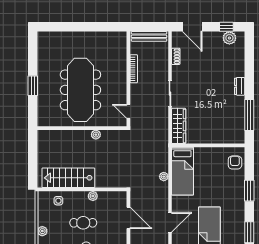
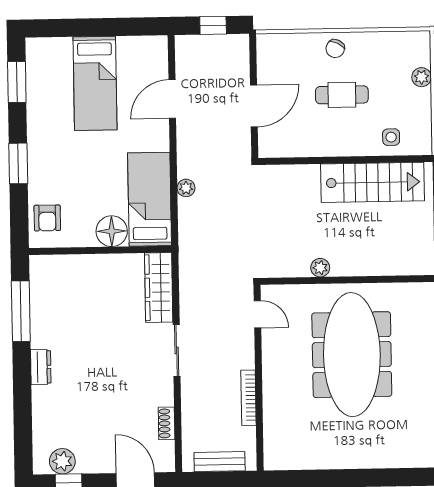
bench: (149, 36) -> (220, 462), width x0.73
floor lamp: (202, 155) -> (112, 231), added
plant: (93, 196) -> (324, 148), removed
door: (128, 218) -> (254, 106), swing flipped

